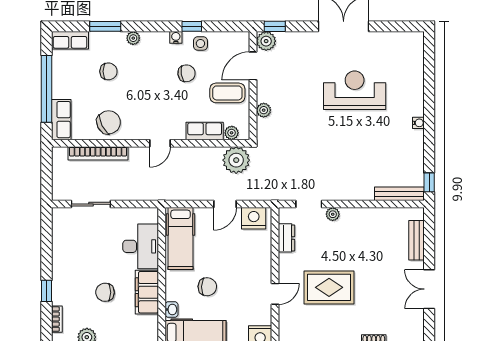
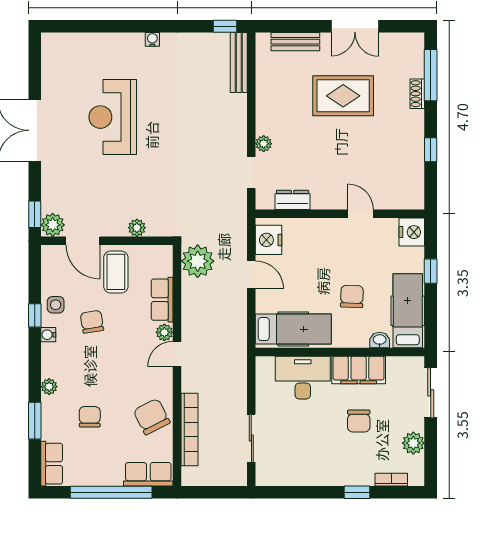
plant: (232, 133) -> (164, 332), moved
door: (160, 143) -> (177, 354), swing flipped
rug: (329, 287) -> (343, 96), moved, turned 90

